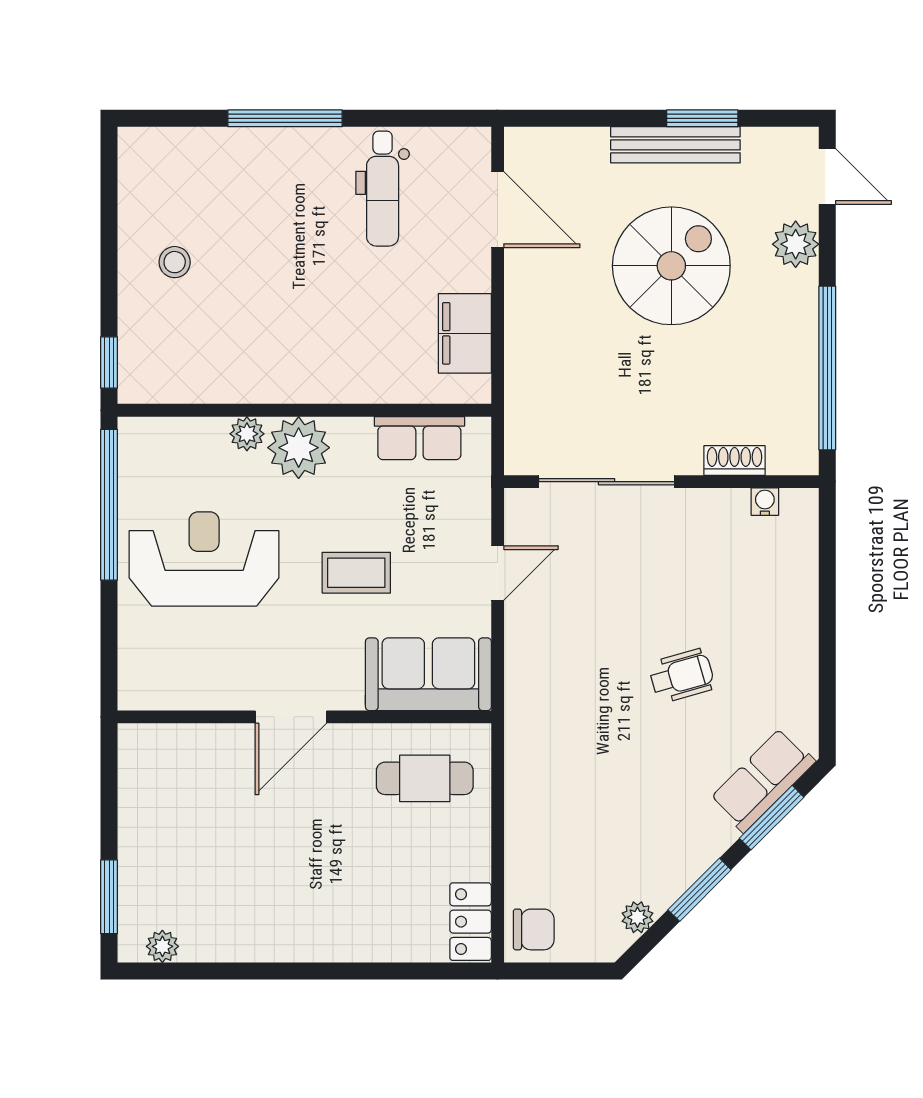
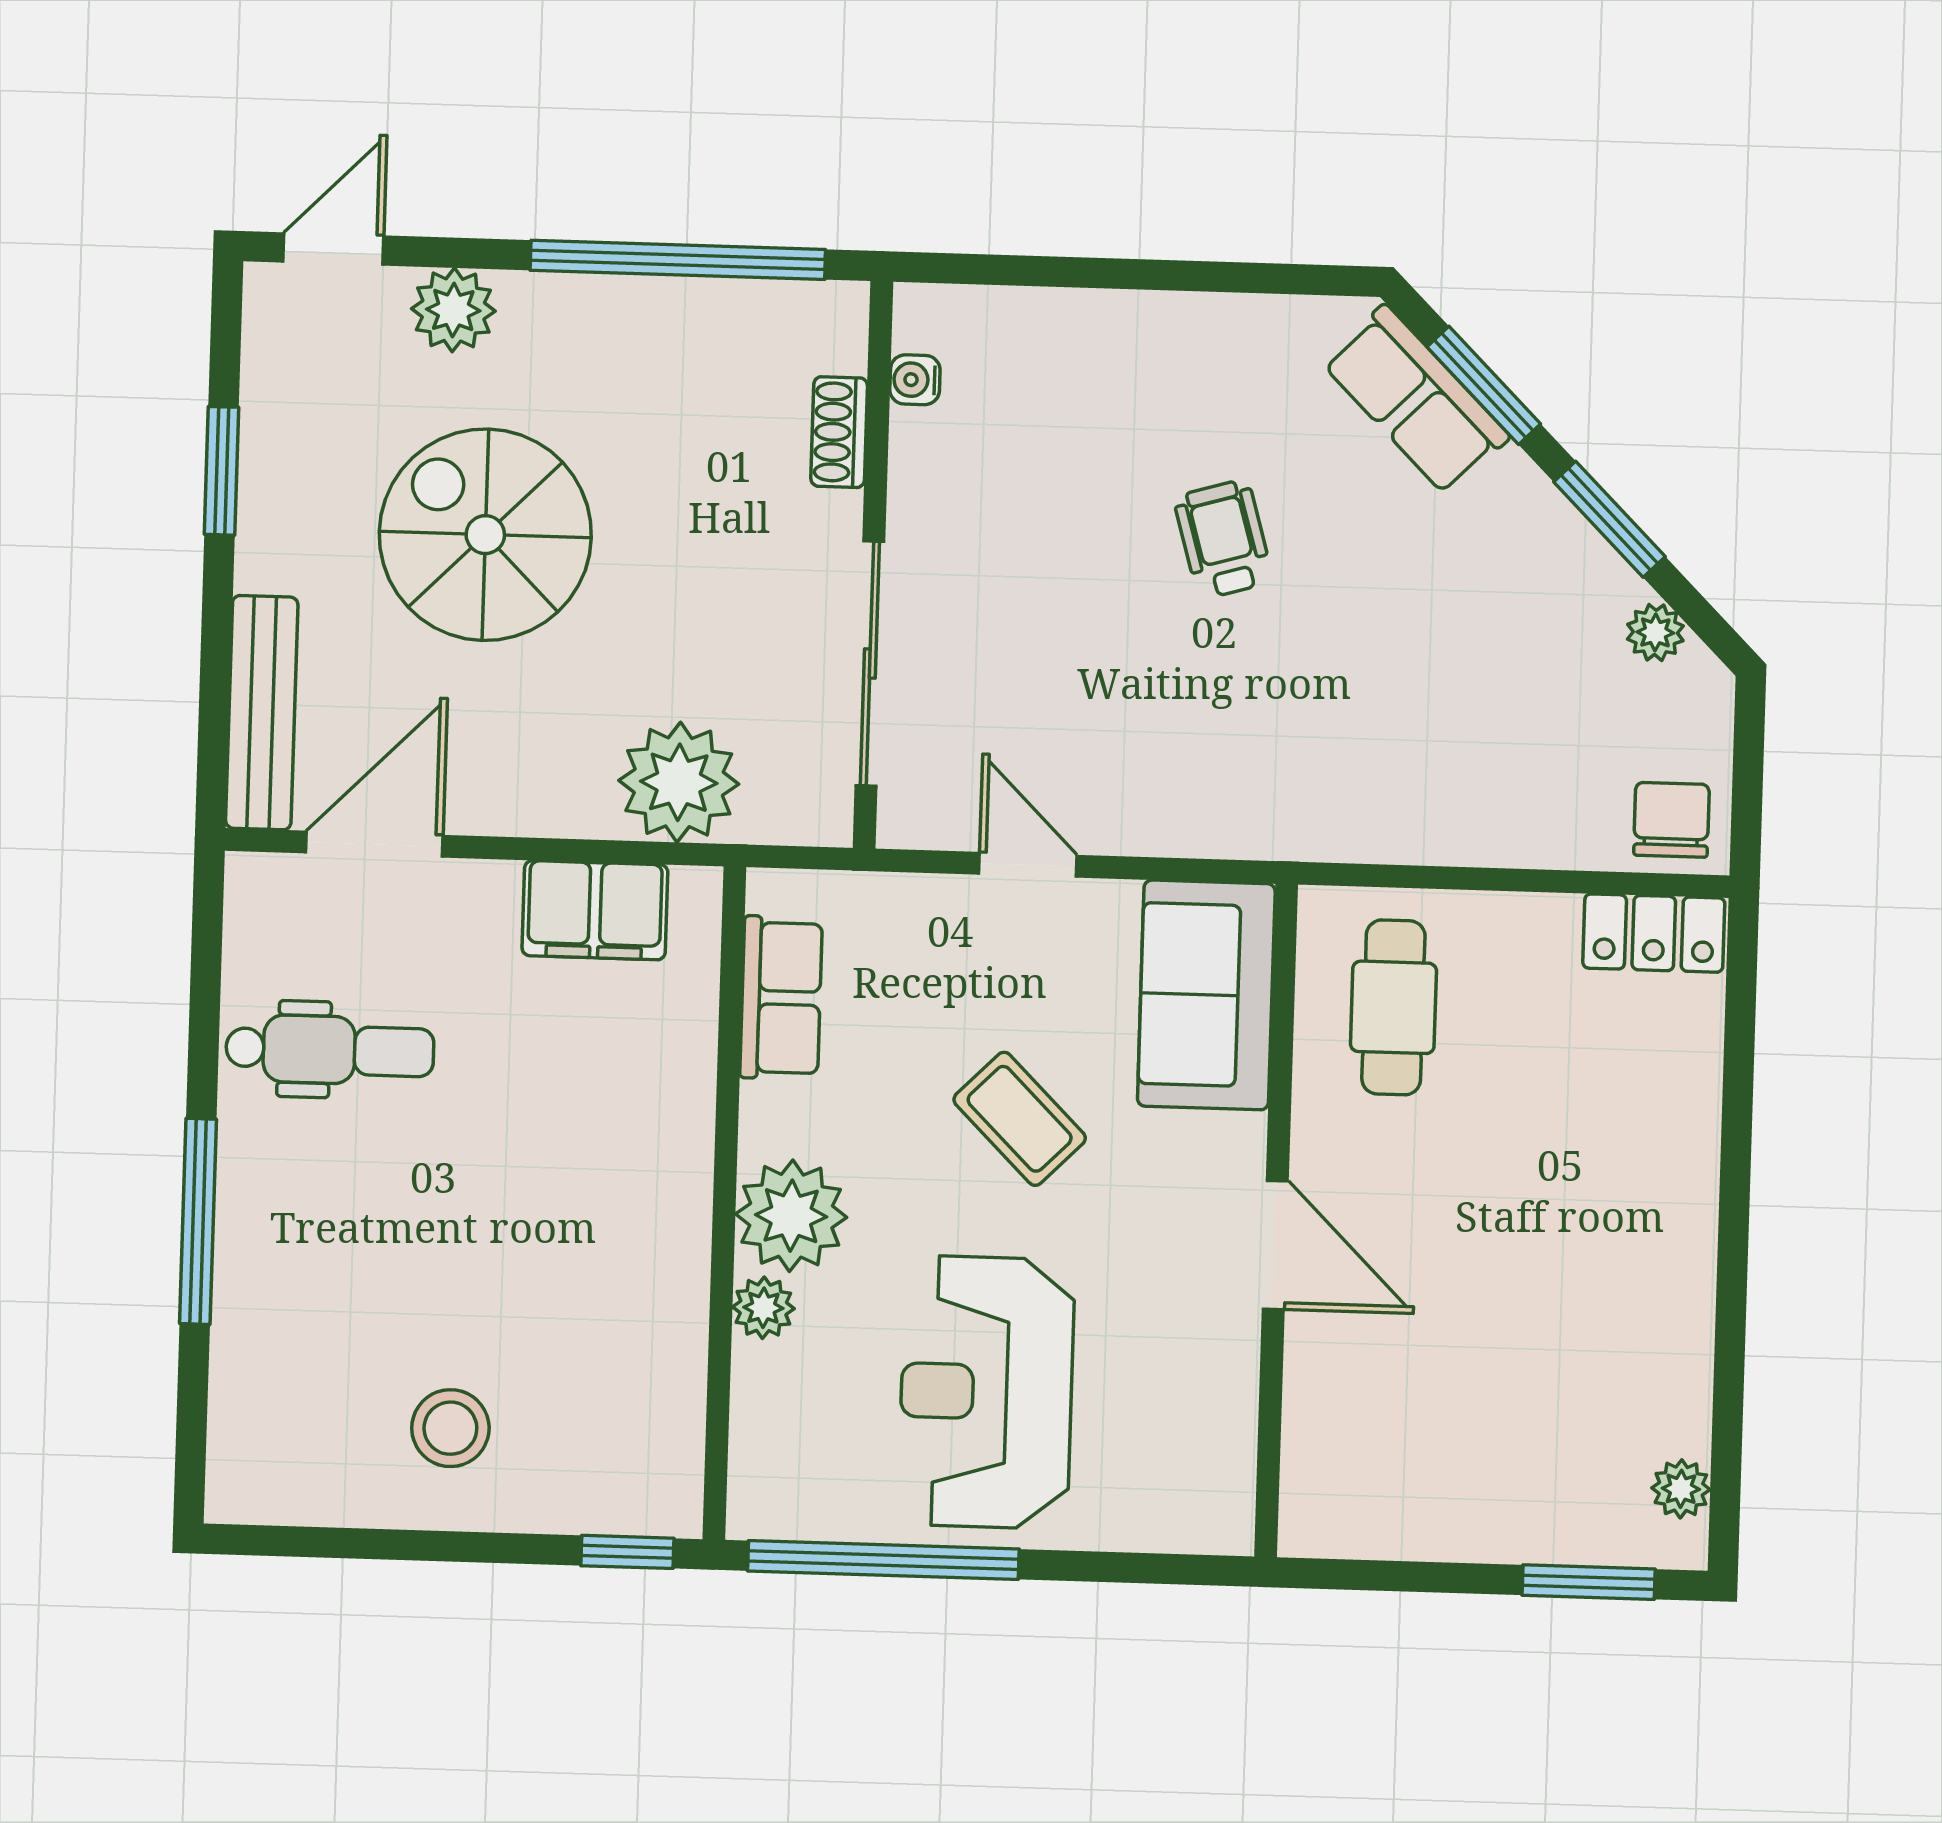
bench: (675, 145) -> (262, 713), moved
stool: (175, 262) -> (450, 1428), width x1.37, depth x1.37
plant: (537, 378) -> (679, 782), added
coffee table: (356, 573) -> (1020, 1119), turned -45

